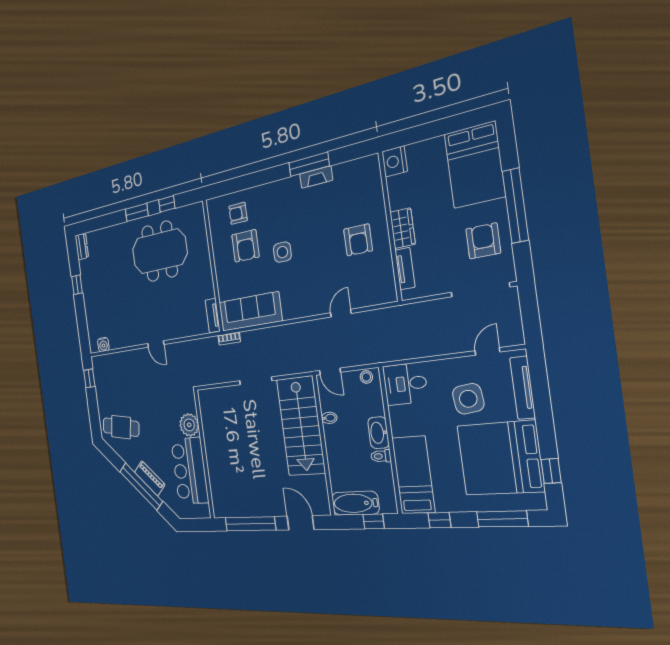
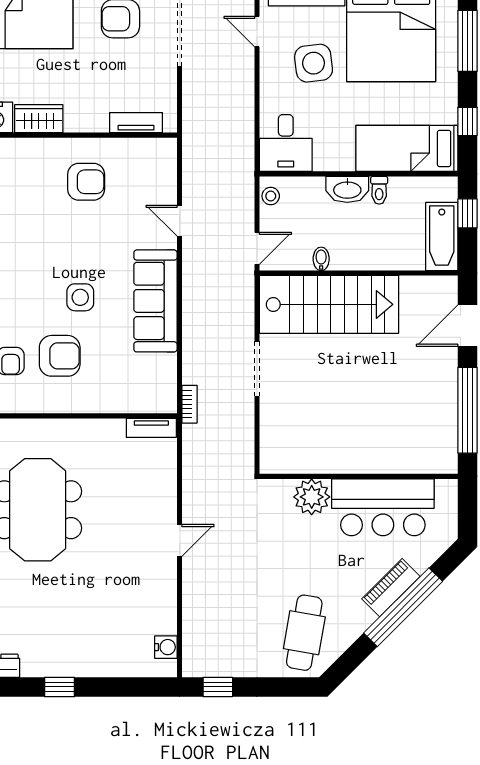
wardrobe: (403, 228) -> (39, 119), moved
sofa: (250, 312) -> (155, 301), moved

